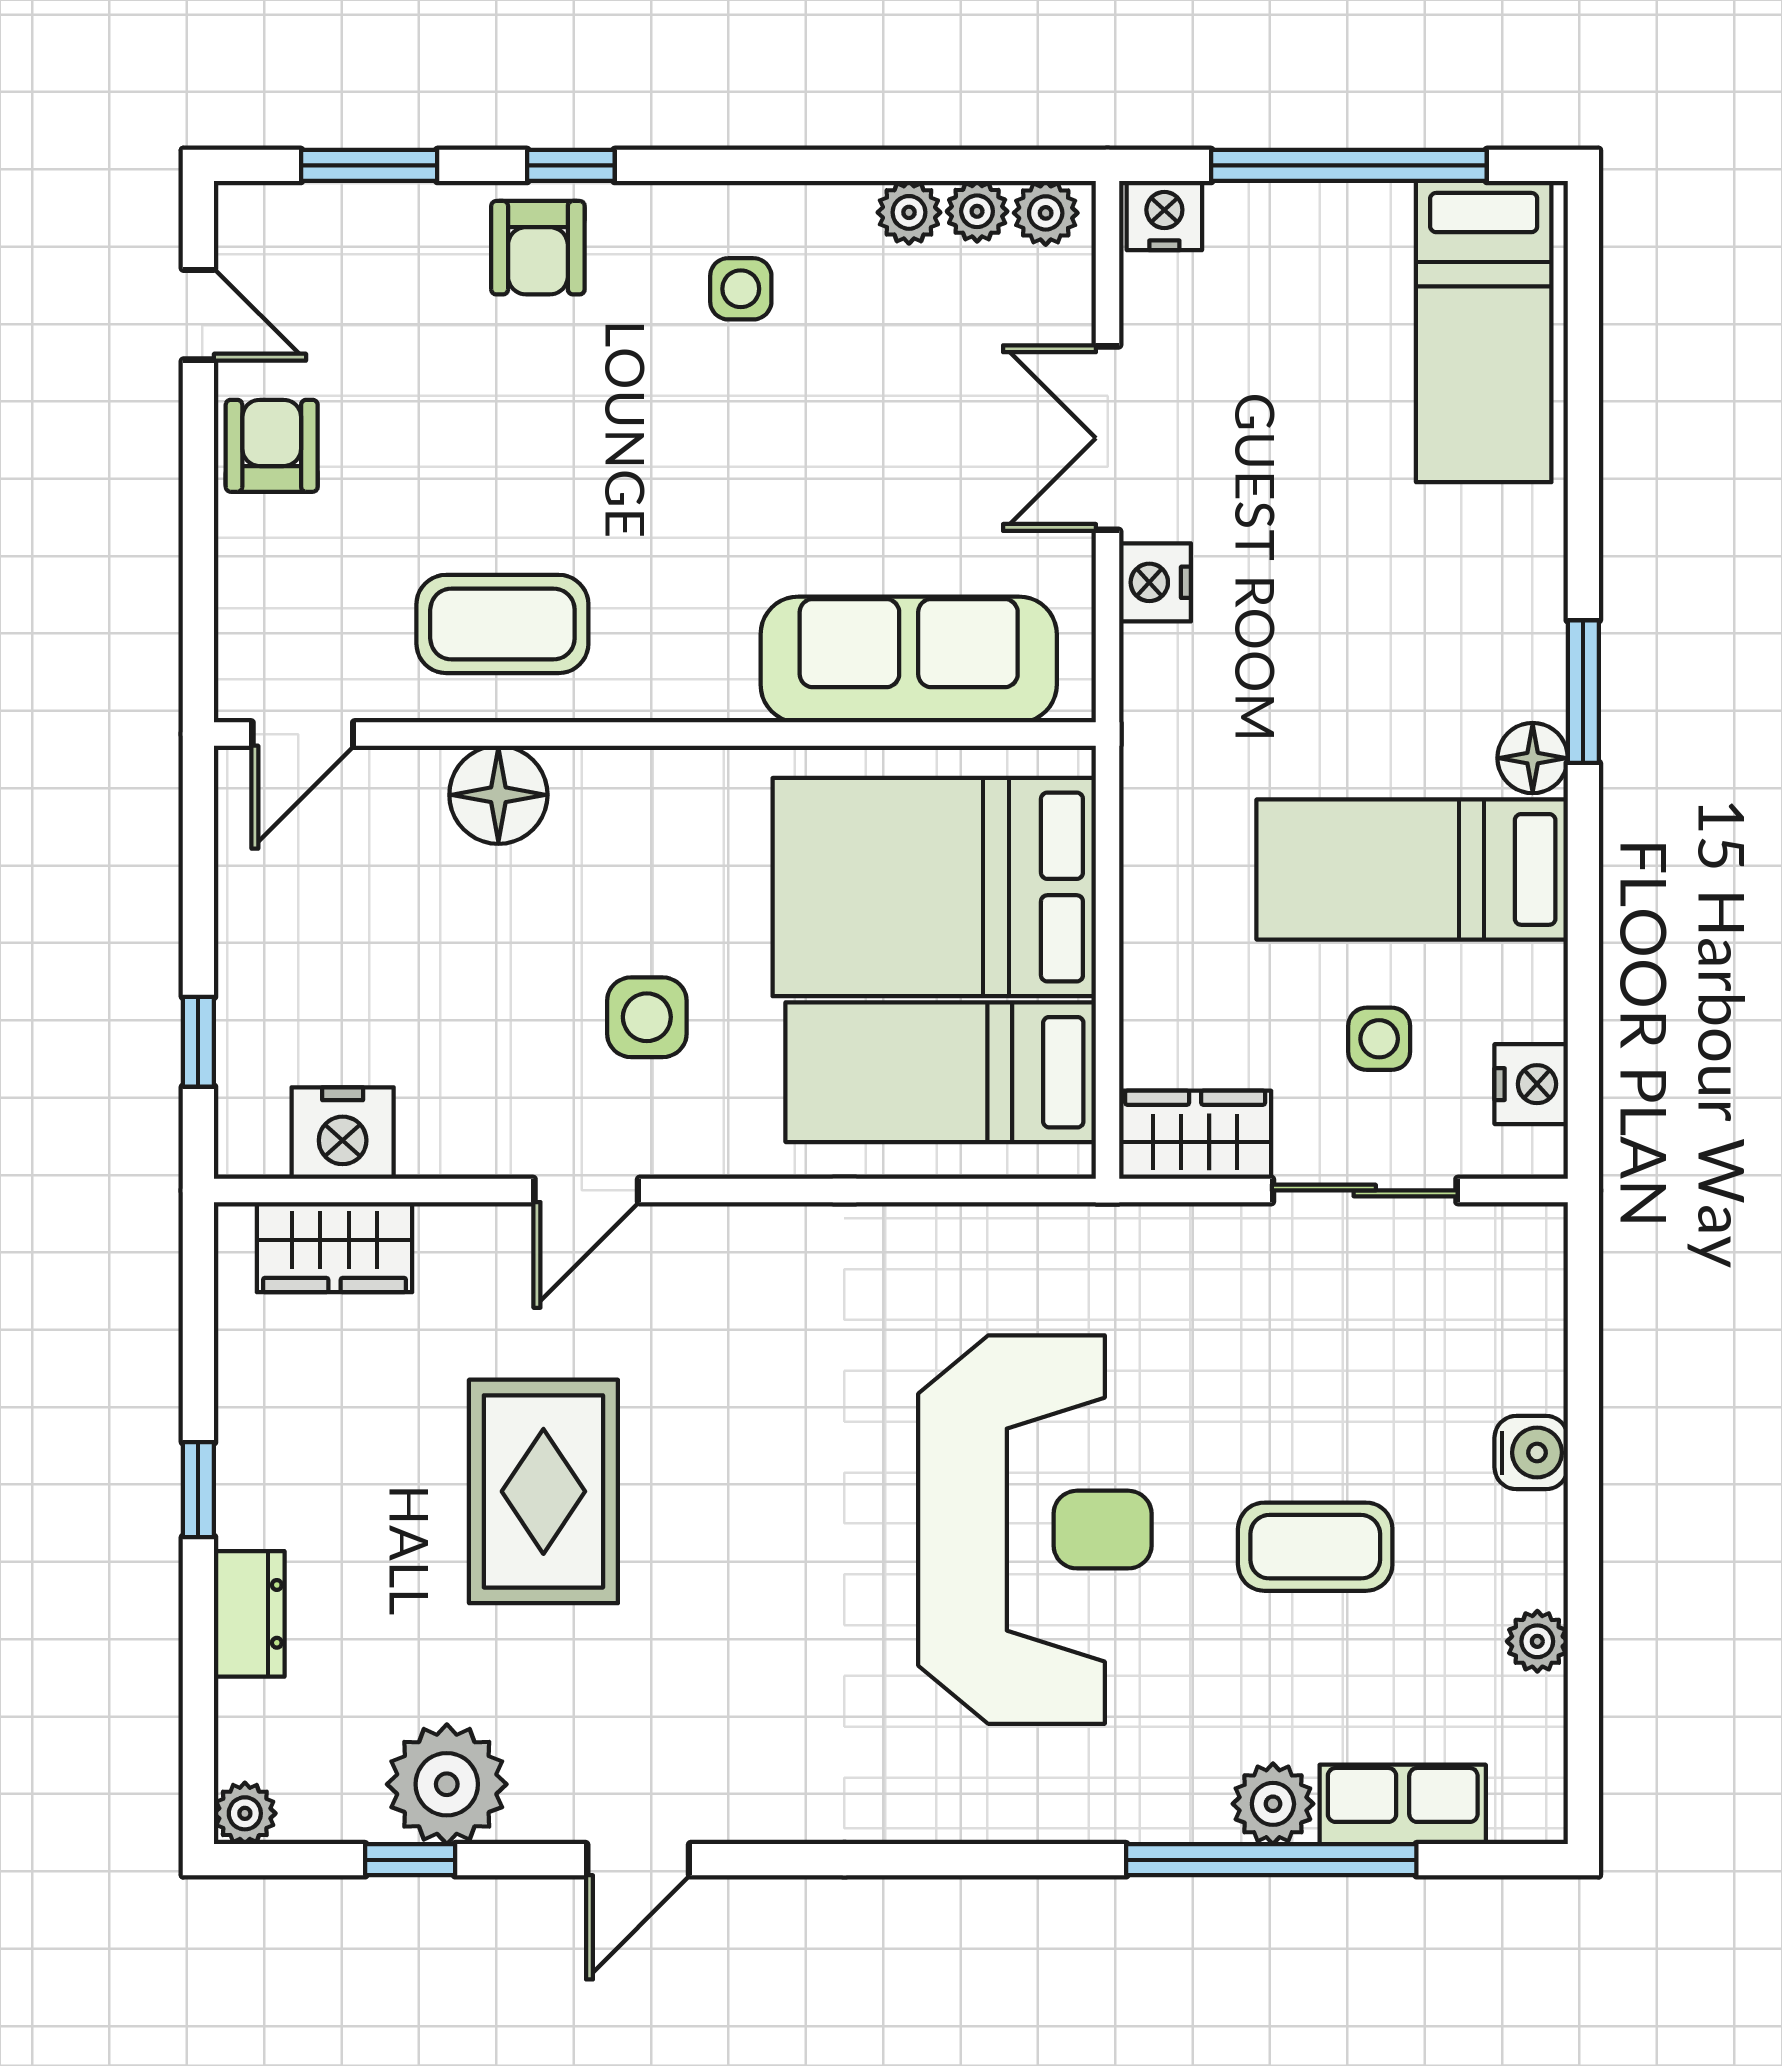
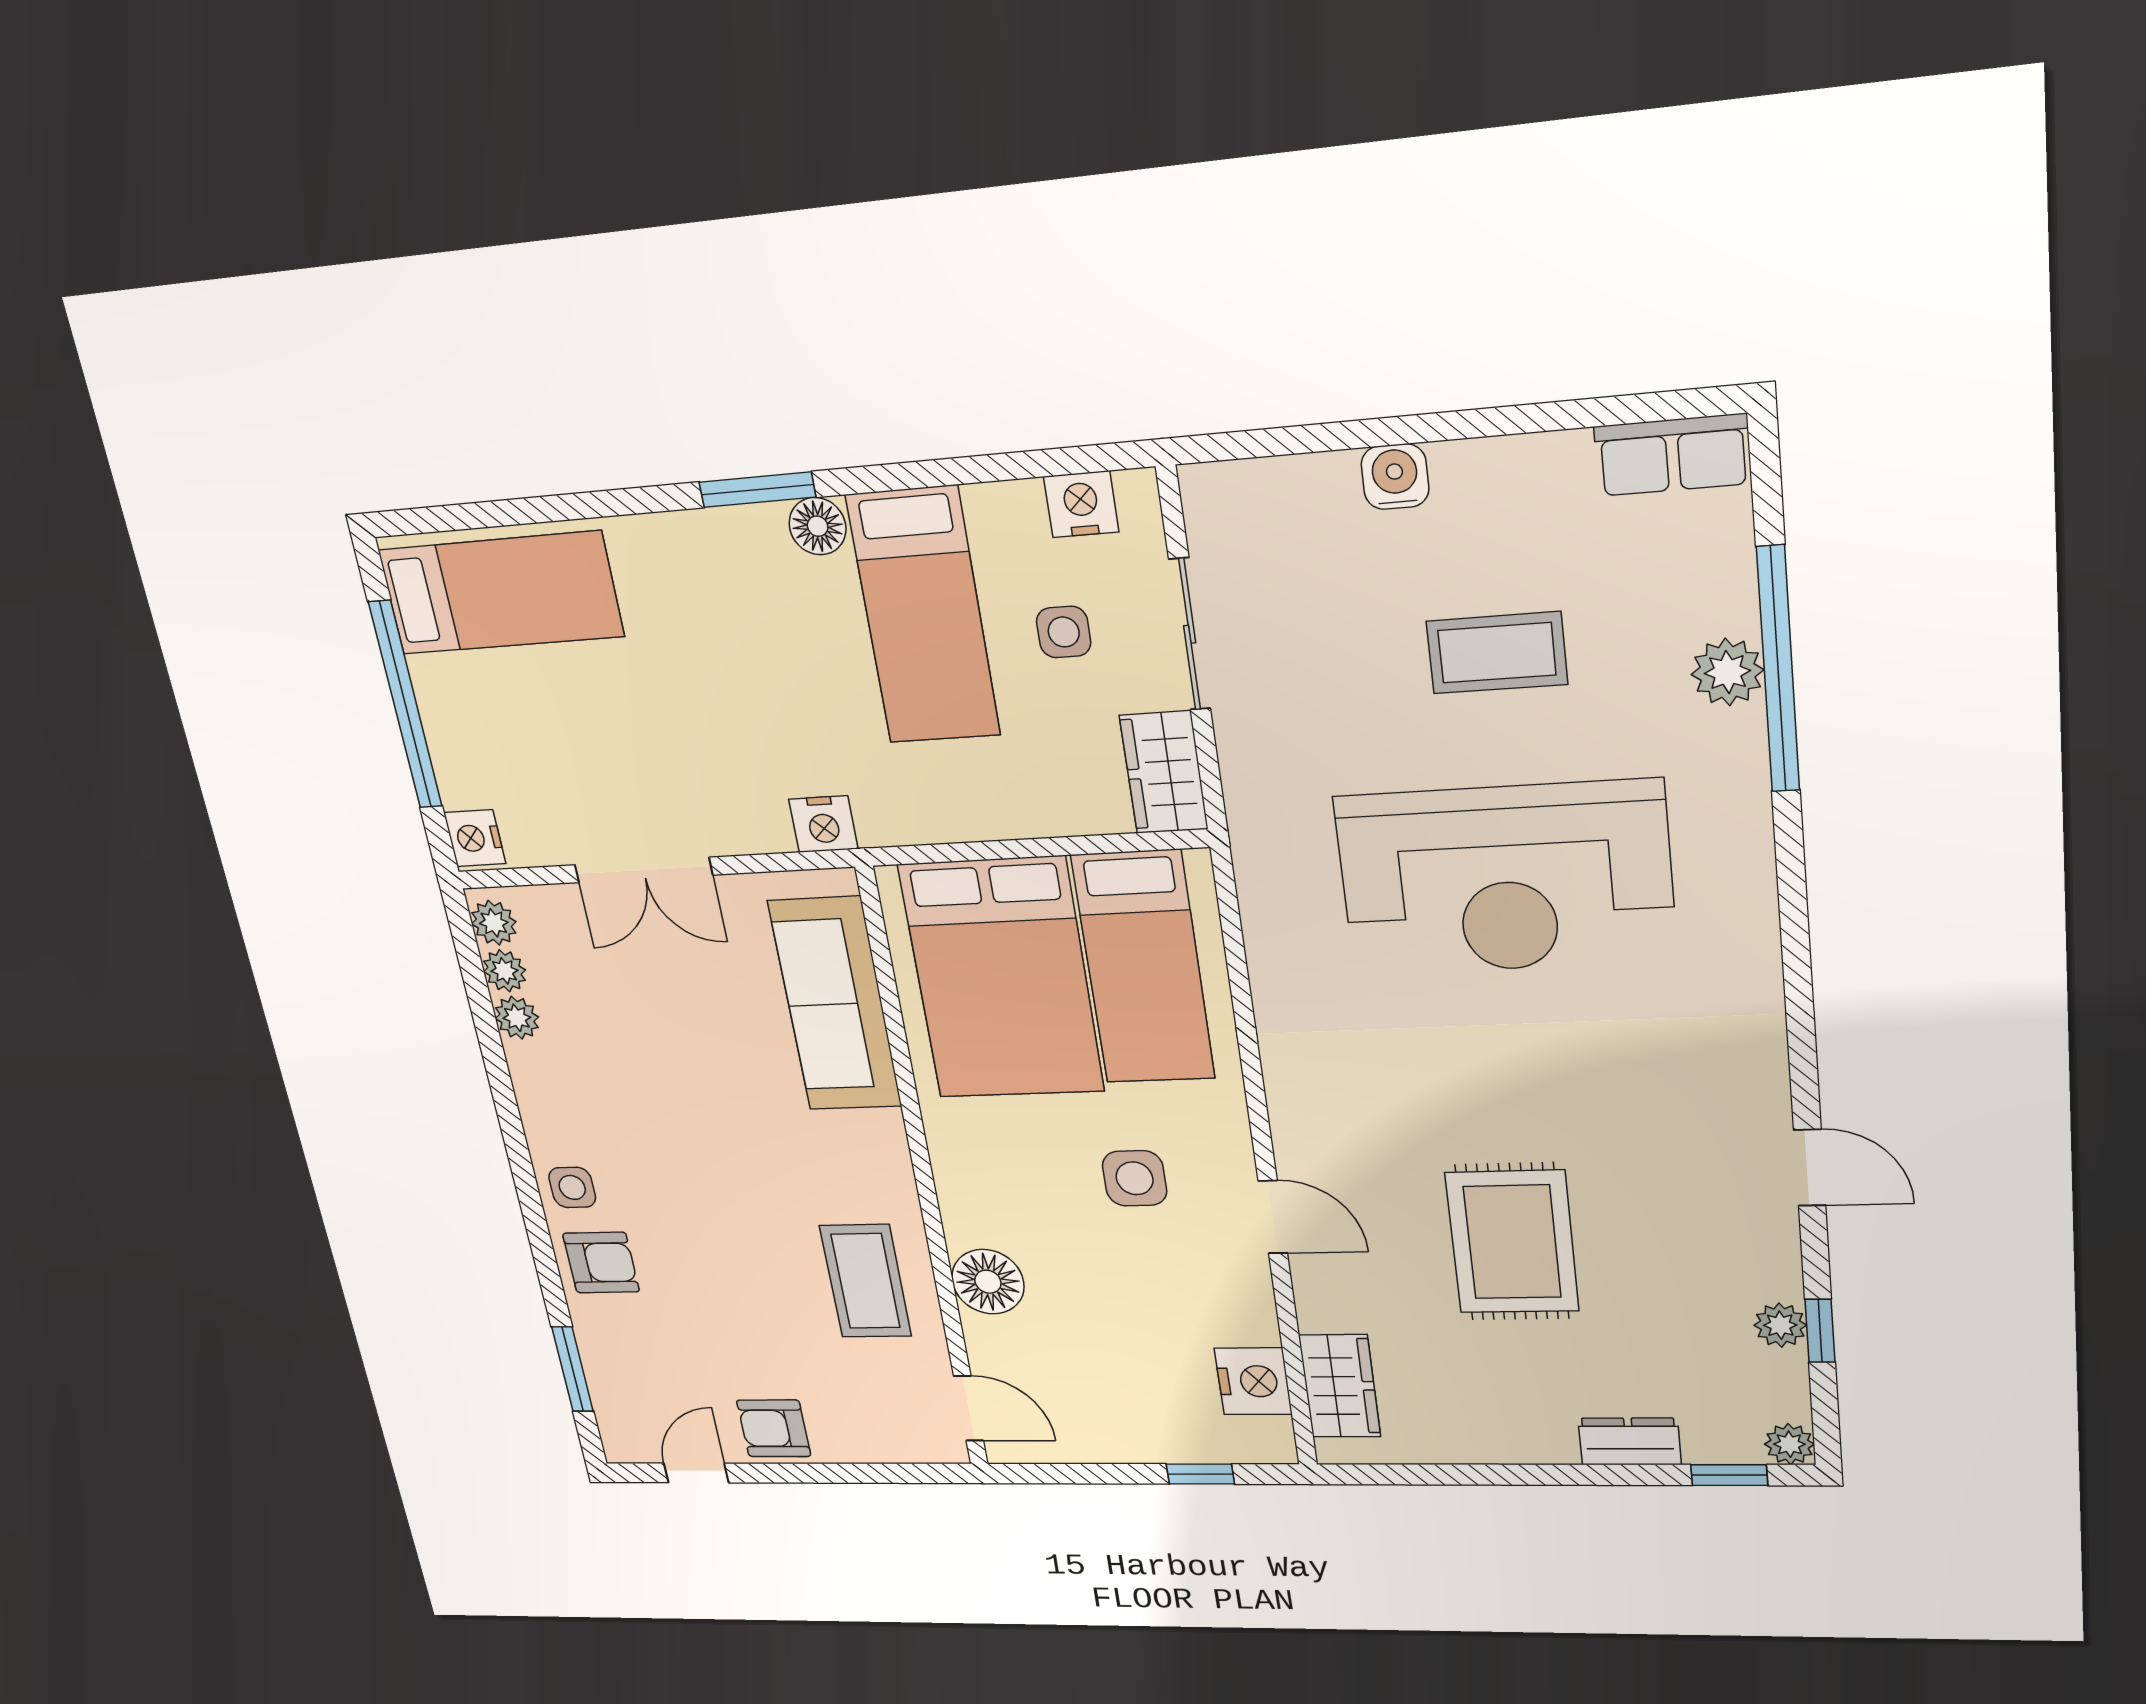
window: (571, 165) -> (541, 1243), removed
side table: (741, 289) -> (572, 1187), moved
nightstand: (1155, 582) -> (823, 824), moved
window: (198, 1490) -> (1729, 1475), moved
rug: (543, 1491) -> (1512, 1242), turned 90
reception desk: (1035, 1530) -> (1505, 879), turned 180
coffee table: (1315, 1547) -> (1497, 653), turned 90
plant: (1537, 1641) -> (1563, 456), removed
plant: (447, 1784) -> (1780, 1325), width x0.53, depth x0.53
row of seats: (1403, 1804) -> (1673, 455), moved, turned -90

